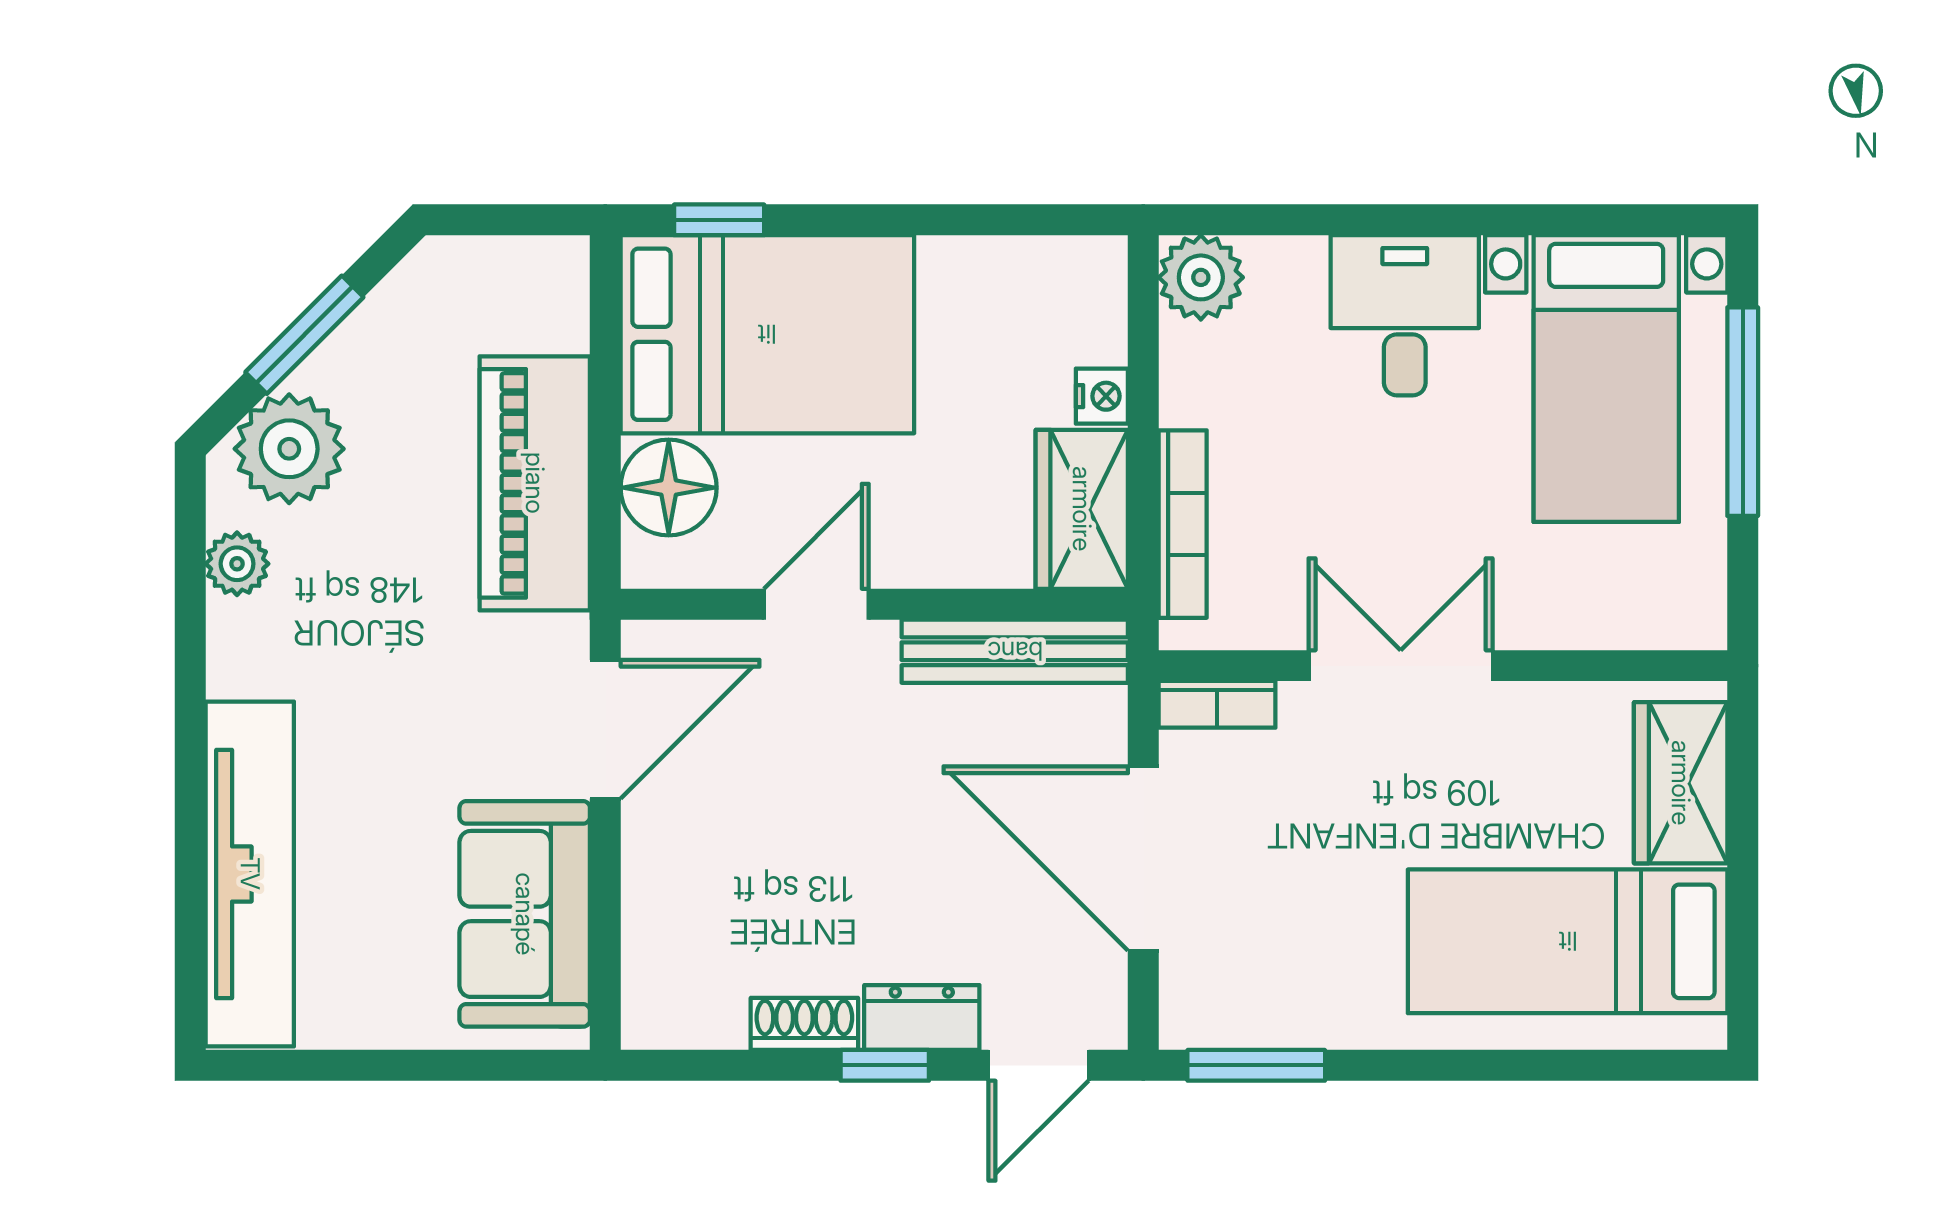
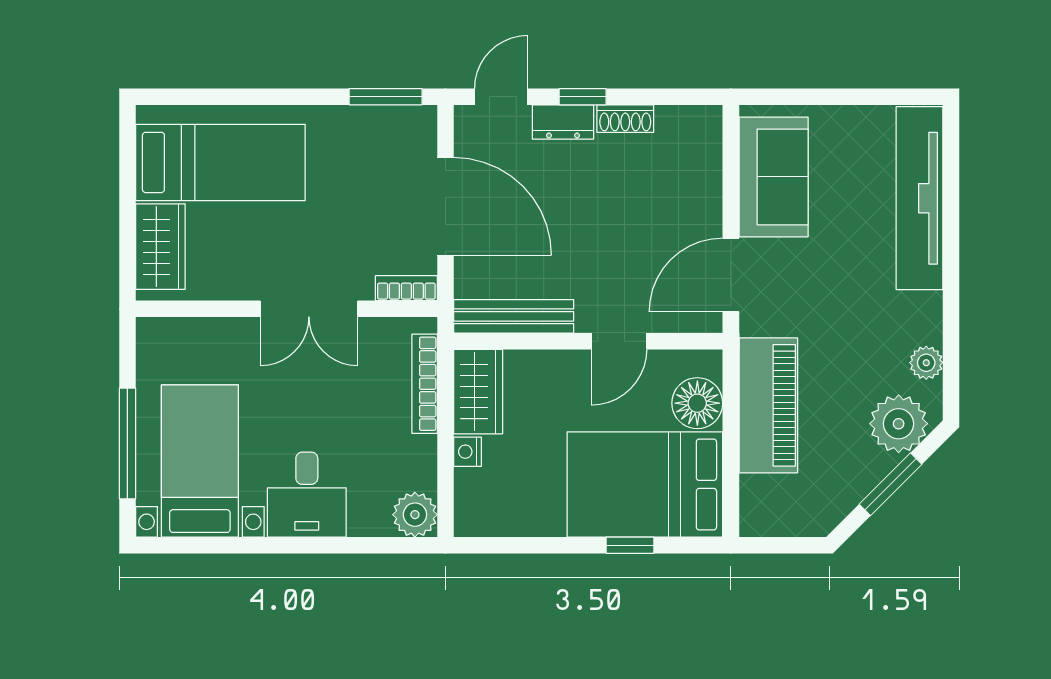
window: (719, 220) -> (630, 545), moved

